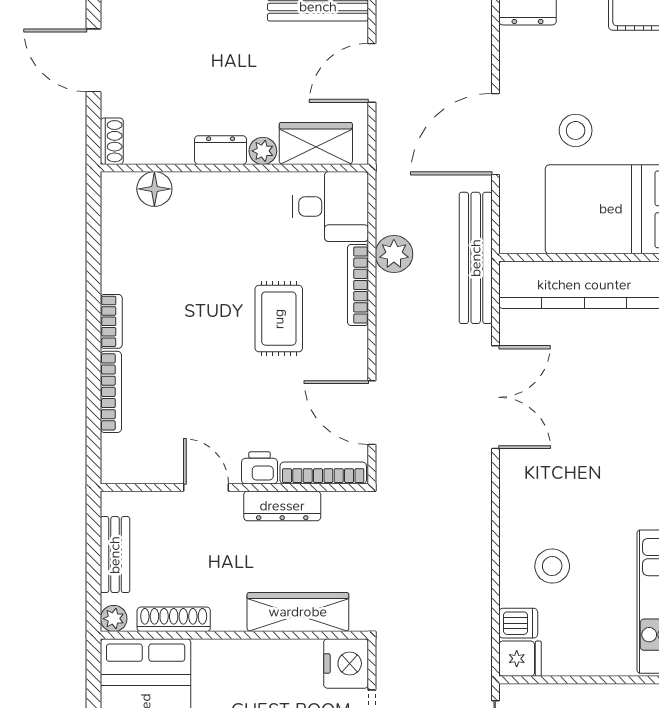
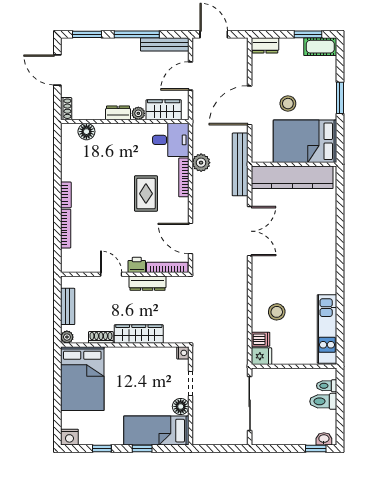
wardrobe: (298, 612) -> (139, 334), moved
shoe rack: (174, 619) -> (101, 337), width x0.70
nightstand: (346, 663) -> (183, 353), width x0.53, depth x0.56

